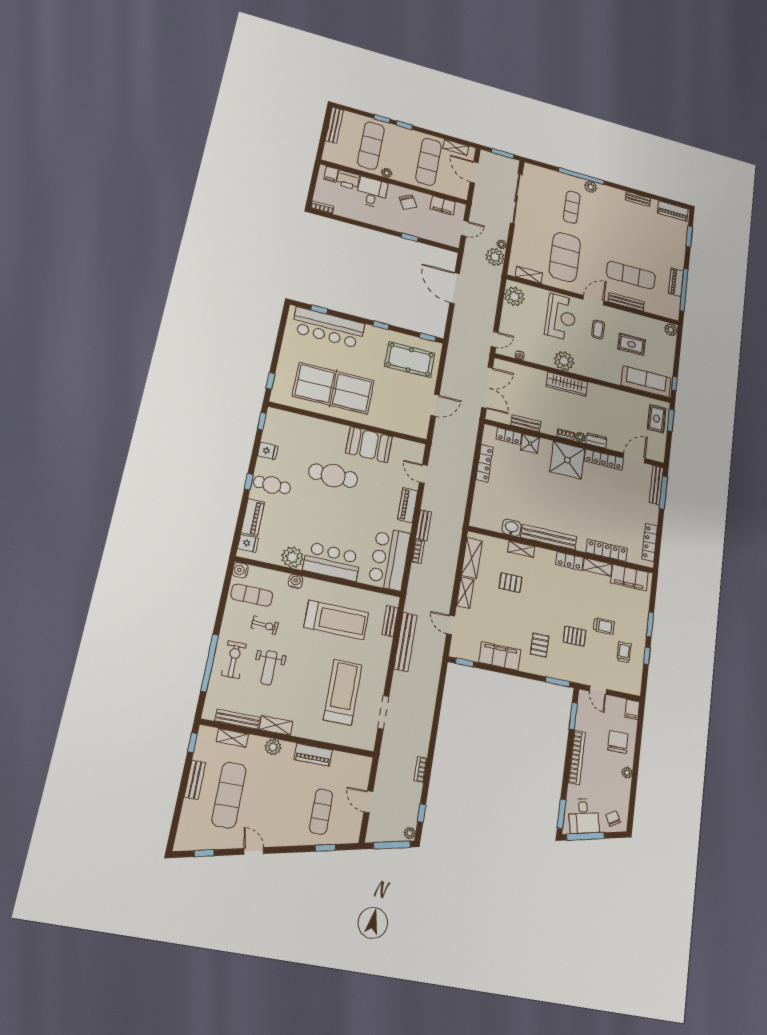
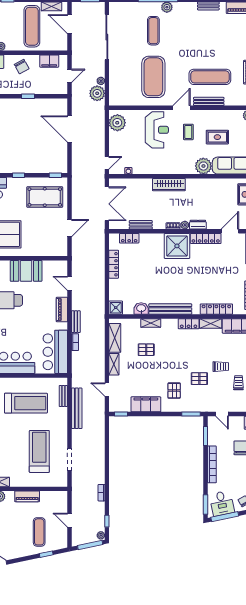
shelving: (529, 275) -> (126, 101), removed
plant: (564, 361) -> (203, 166), moved
shower: (530, 444) -> (116, 308), moved

